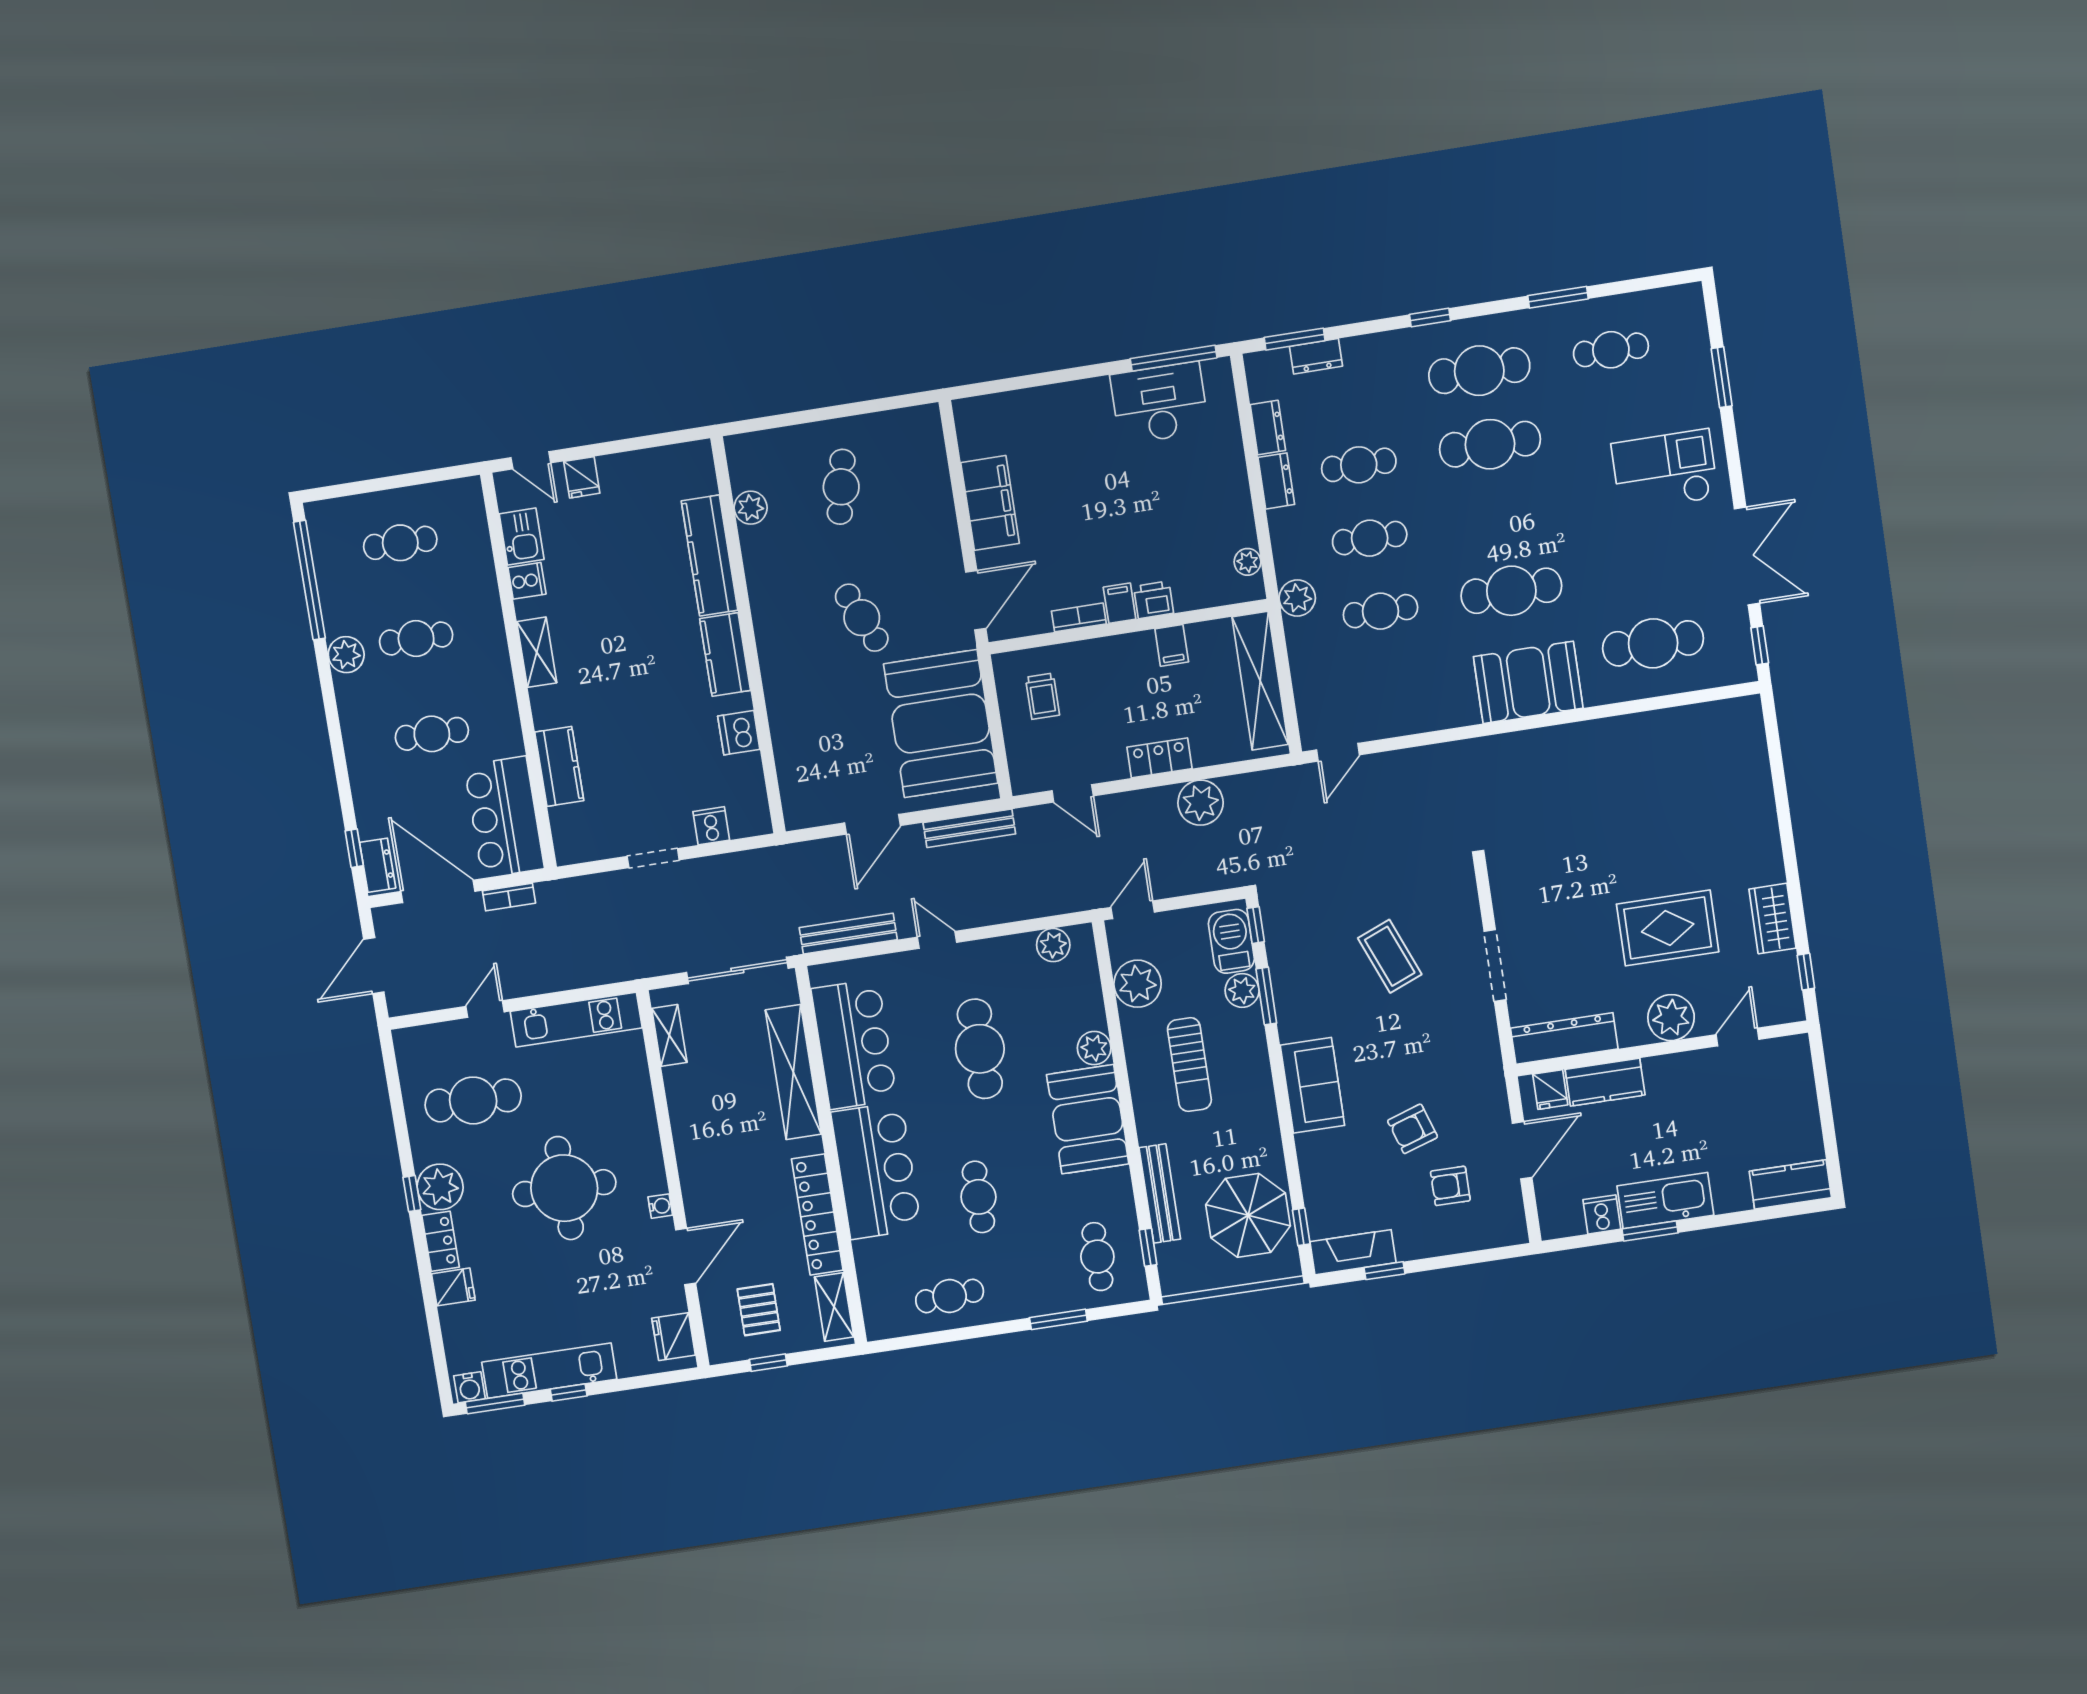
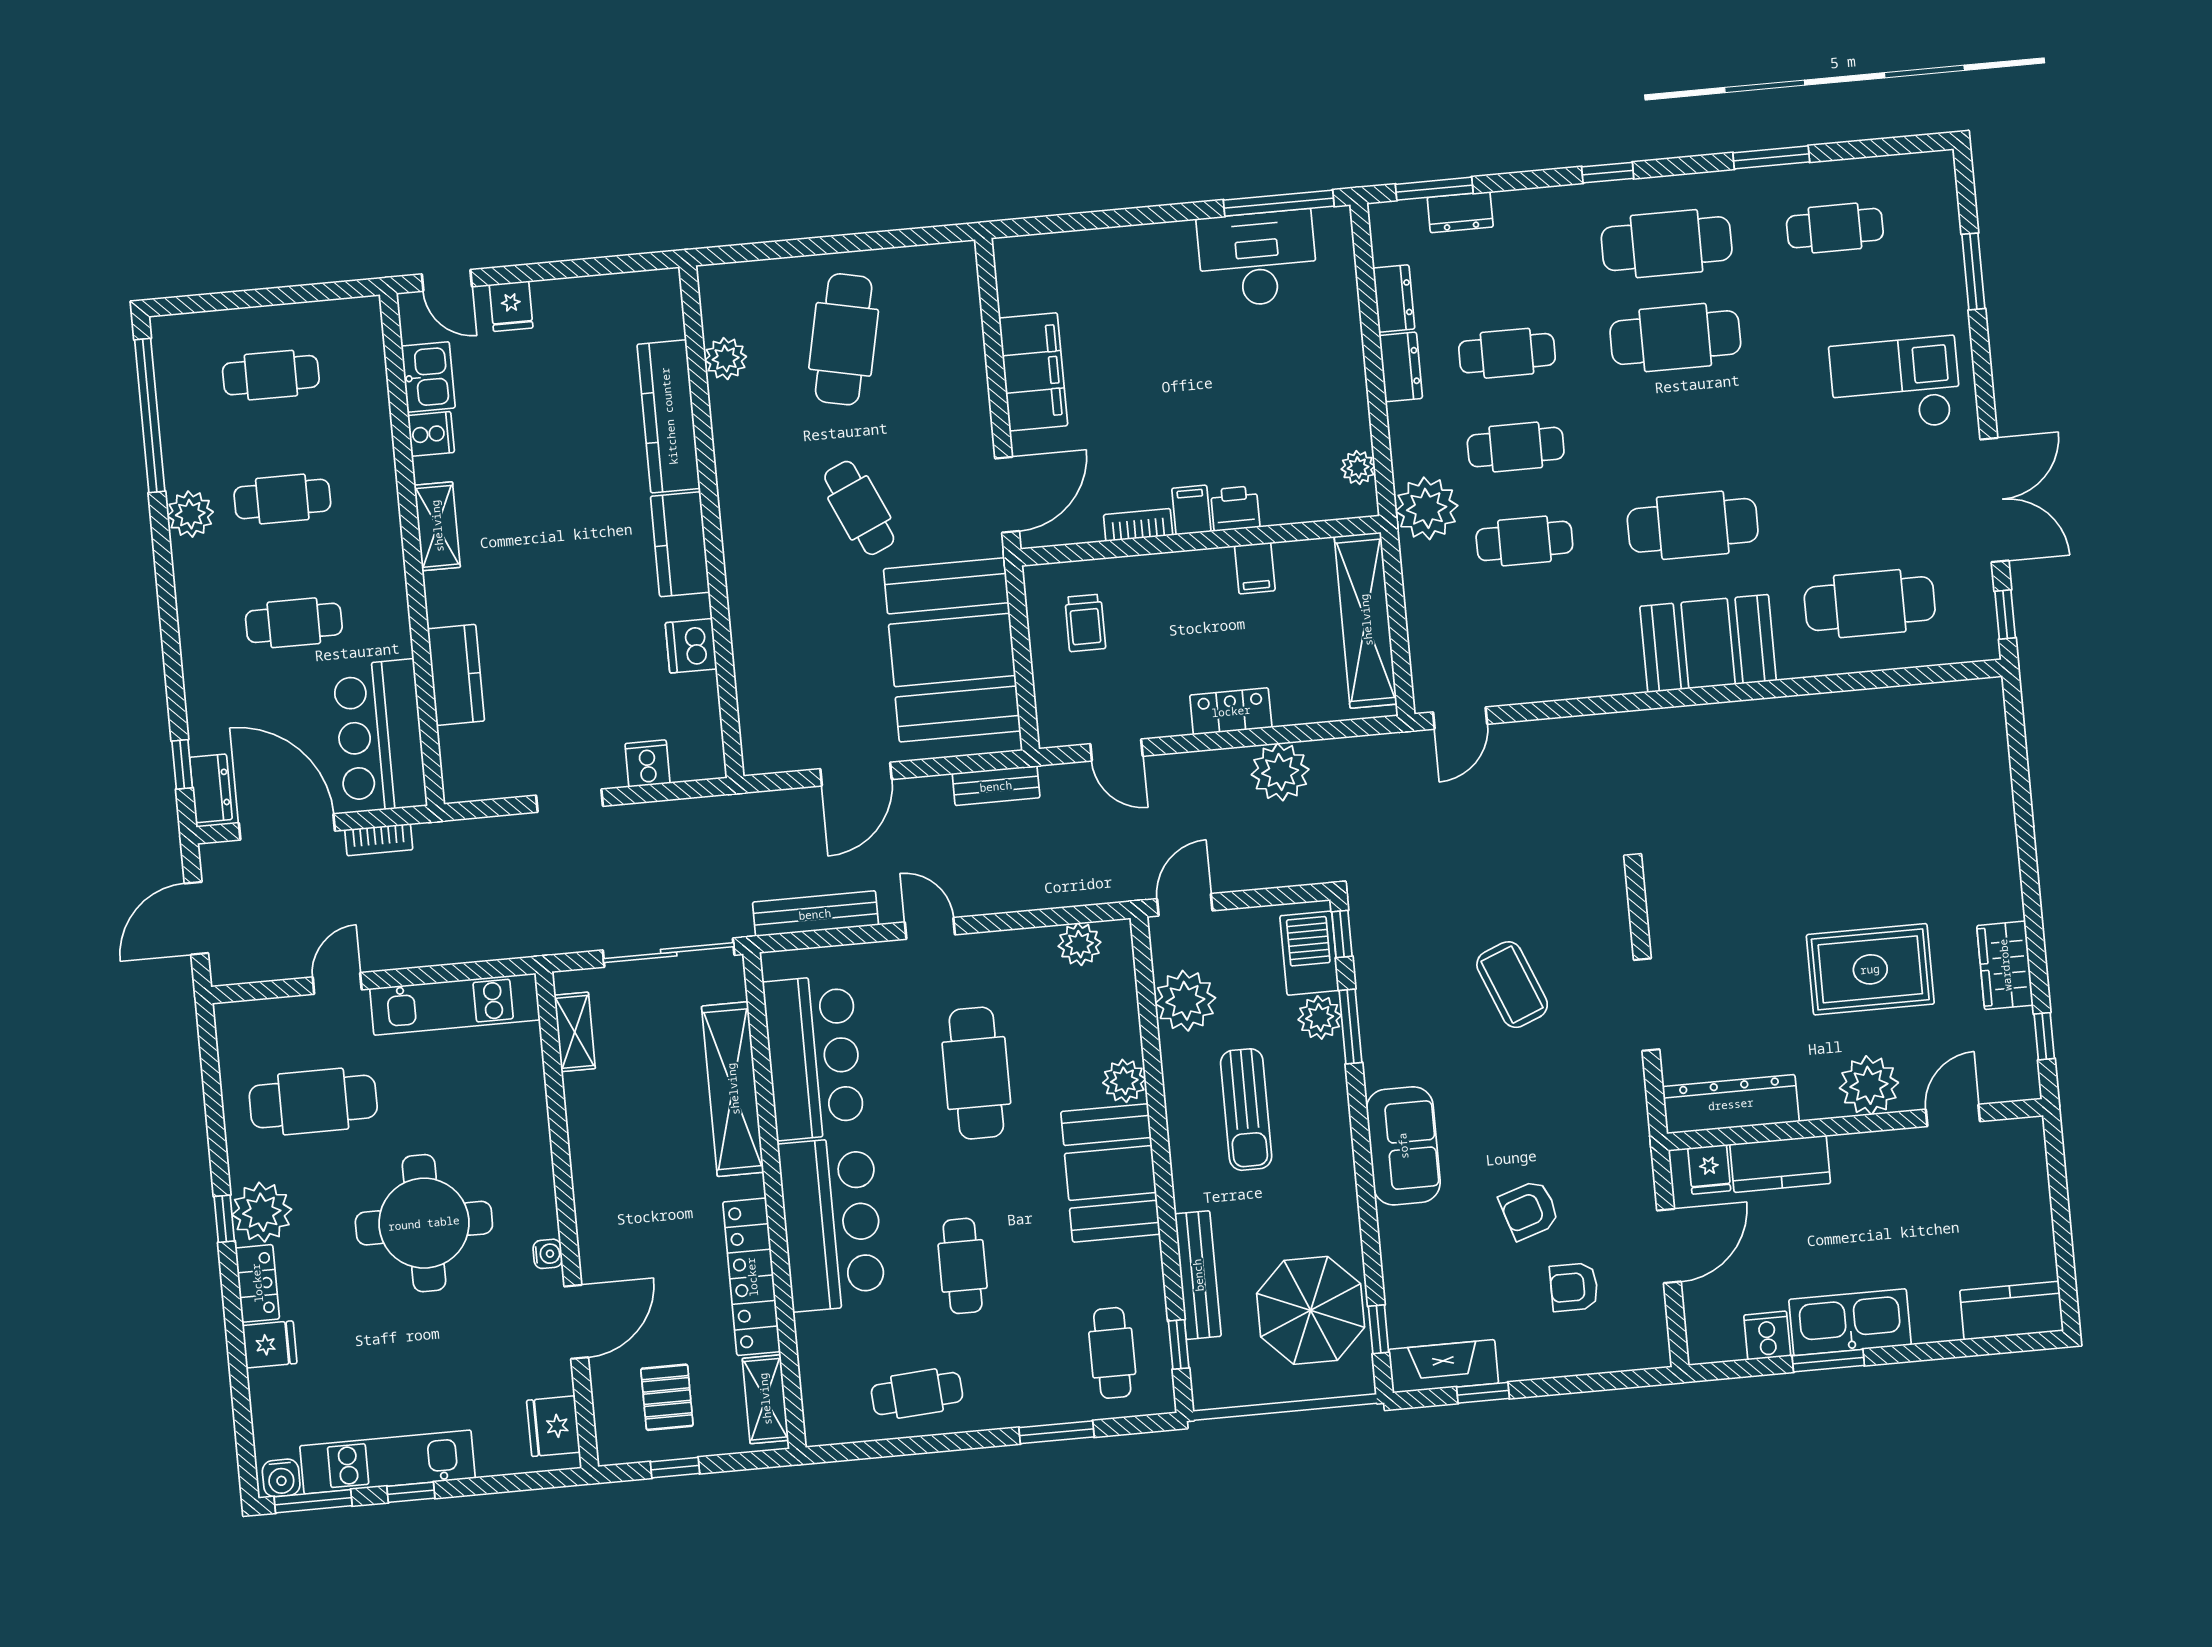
cafe table: (841, 487) -> (844, 339), width x1.37, depth x1.35
plant: (1297, 598) -> (1427, 508), width x1.36, depth x1.36
bench: (969, 828) -> (996, 786), width x0.73

